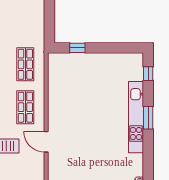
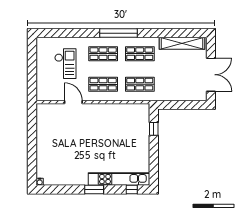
kitchen unit: (136, 117) -> (119, 179), moved
door: (46, 142) -> (73, 102), hinge flipped

